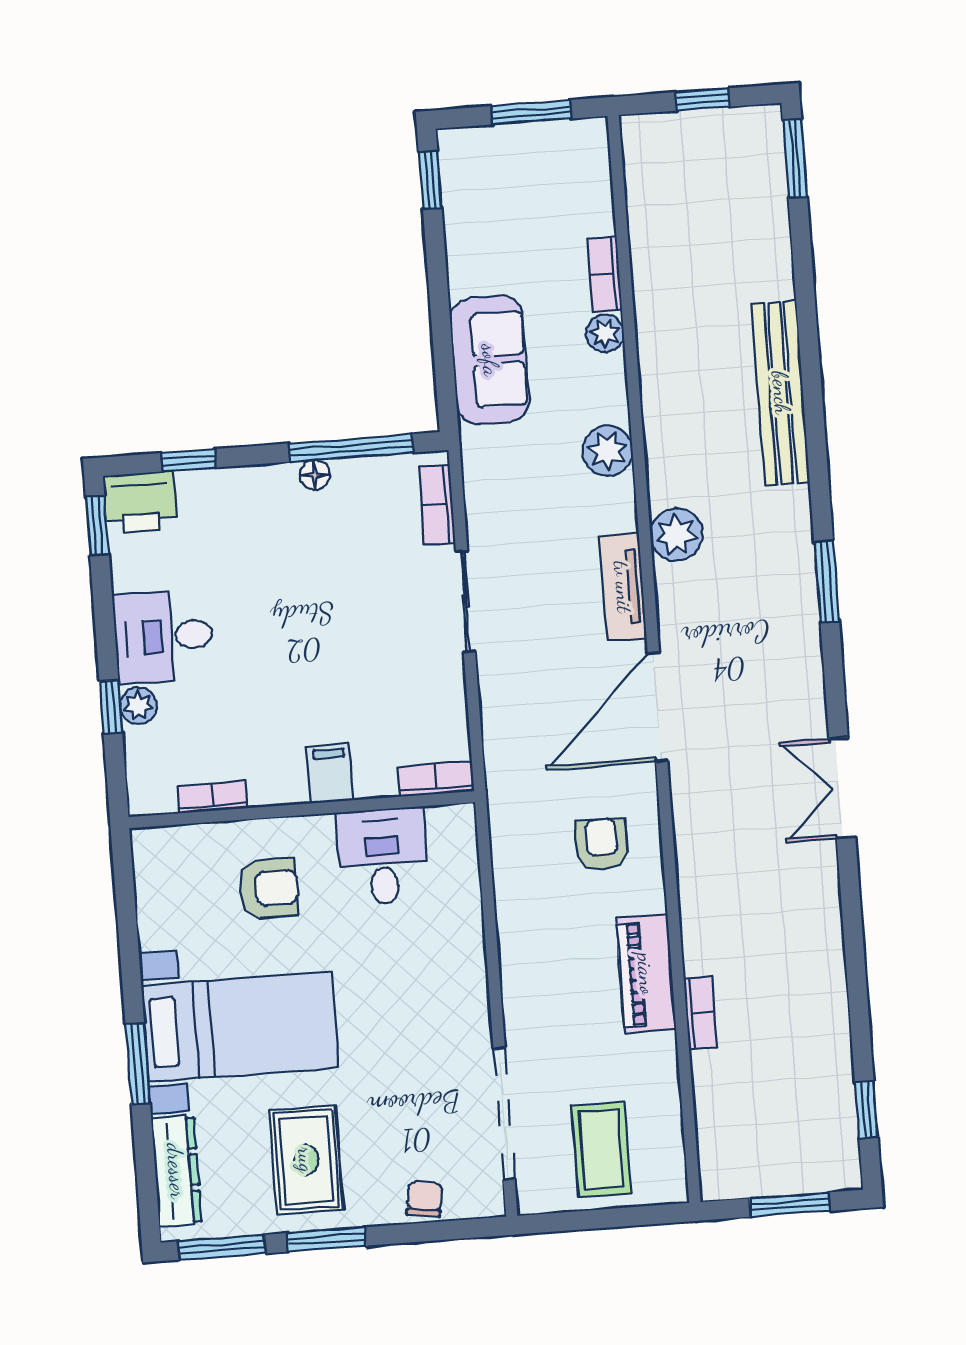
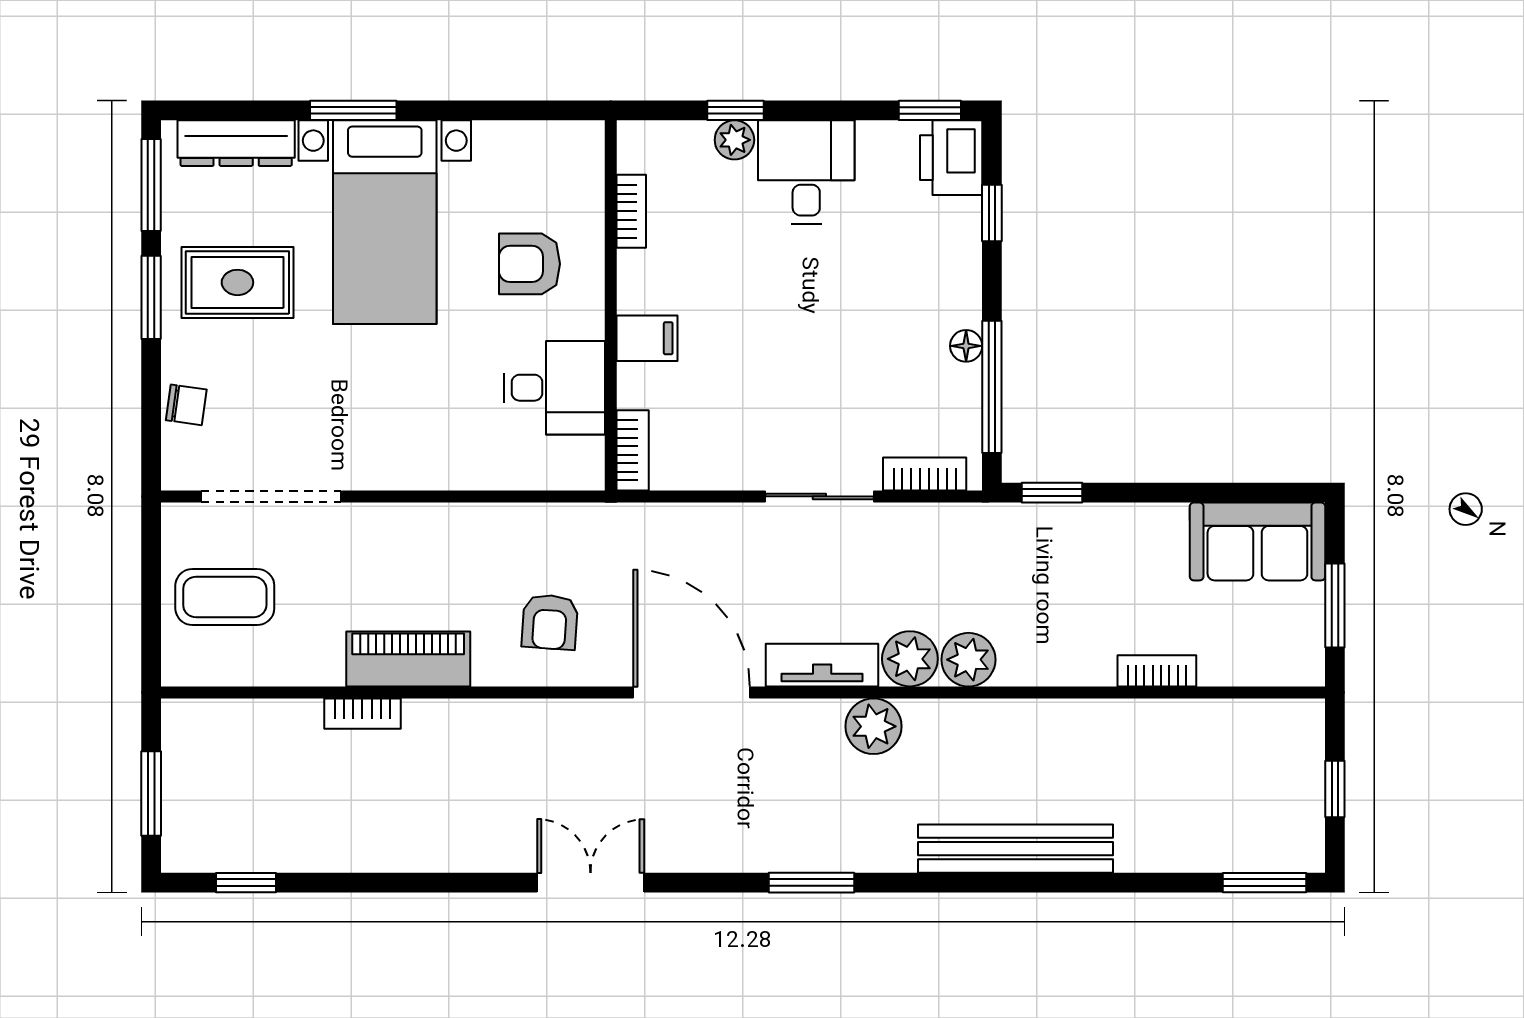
window: (430, 180) -> (1052, 493), moved
plant: (605, 333) -> (910, 659), moved, width x1.38, depth x1.38
sofa: (490, 360) -> (1257, 541), moved
armchair: (602, 844) -> (550, 622), turned 94
armchair: (269, 888) -> (529, 264), turned 90

